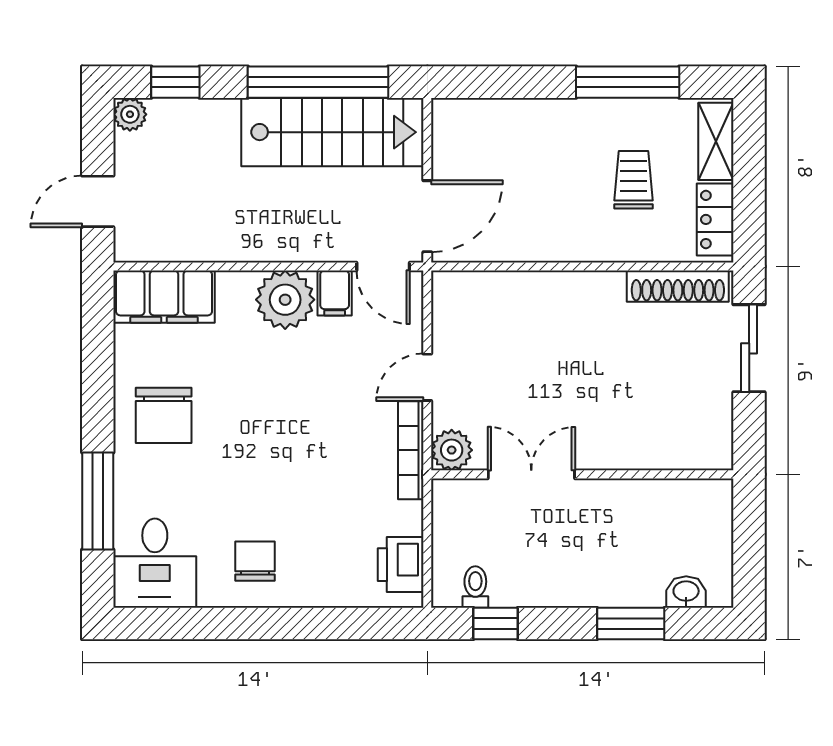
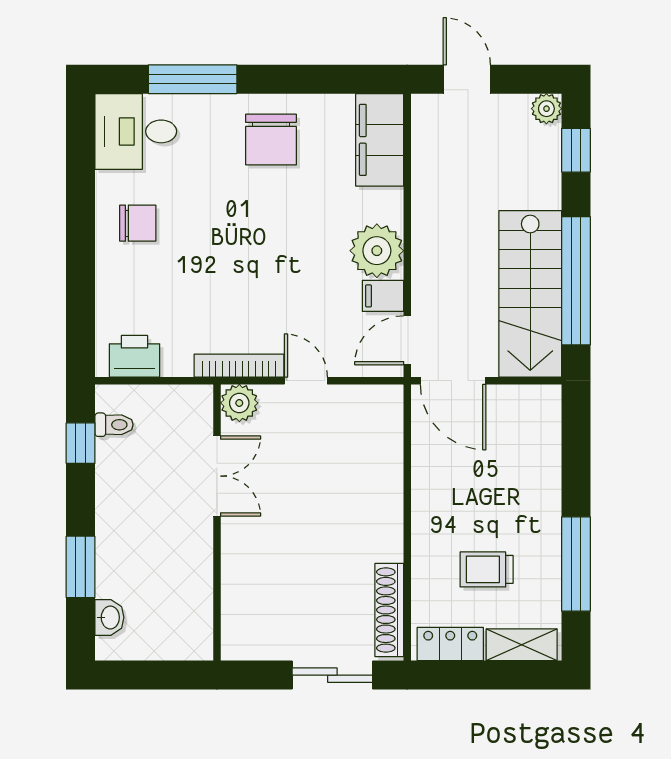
trolley: (634, 180) -> (487, 569), turned 180
chair: (164, 415) -> (271, 140), turned -90

